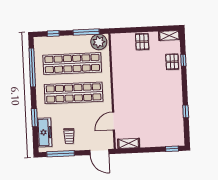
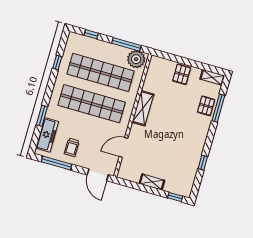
window: (183, 60) -> (218, 108), width x2.17
window: (32, 68) -> (57, 62), width x0.32
shelving: (119, 82) -> (143, 108), added
shelving: (129, 143) -> (152, 182), moved

